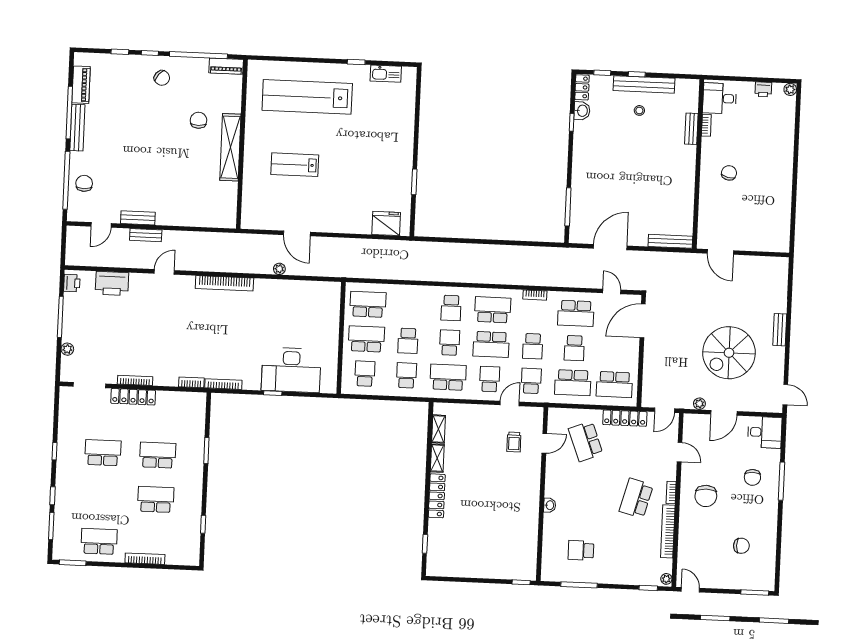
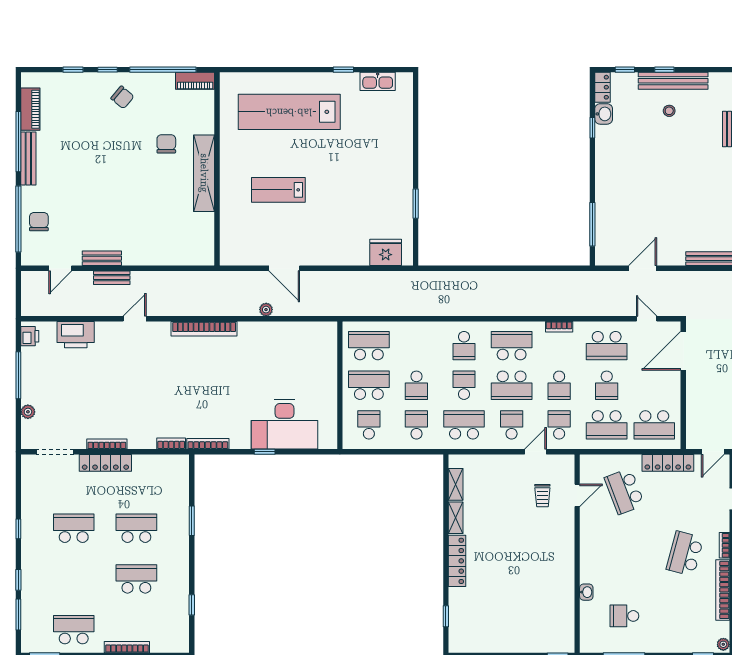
door: (610, 247) -> (643, 268), width x0.73
washbasin: (550, 505) -> (586, 592), moved

